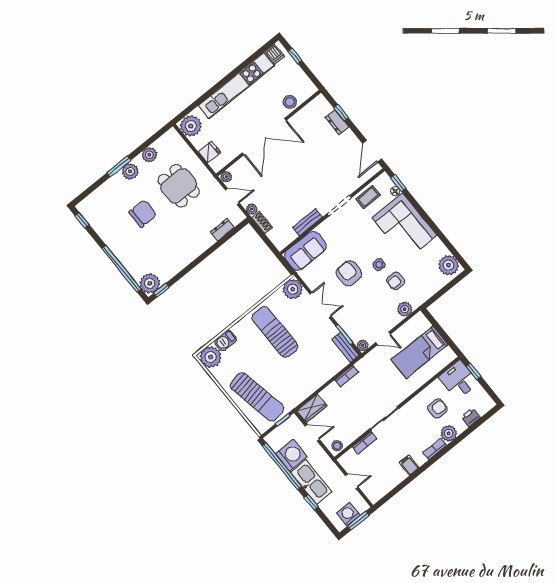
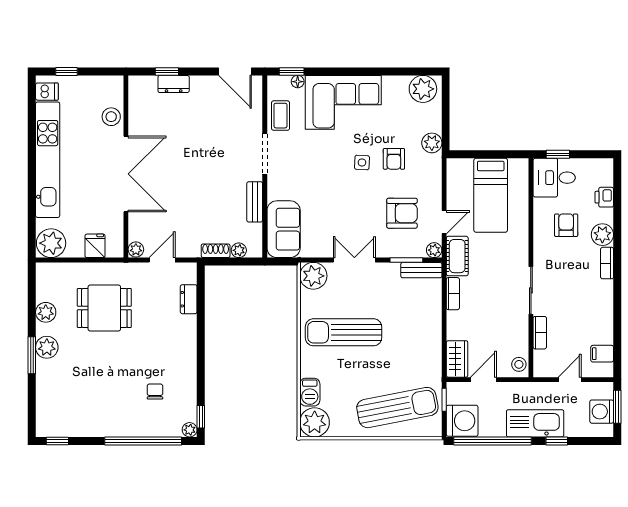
plant: (252, 209) -> (239, 250), moved
chair: (143, 214) -> (155, 392), moved, width x0.54, depth x0.54
armchair: (349, 273) -> (402, 213), moved, turned 180
plant: (150, 283) -> (190, 430), width x0.53, depth x0.53
plant: (405, 309) -> (432, 143), moved
cot: (370, 361) -> (457, 256), added
washing machine: (291, 455) -> (462, 421), moved, turned 90
filing cabinet: (409, 465) -> (602, 354), moved

